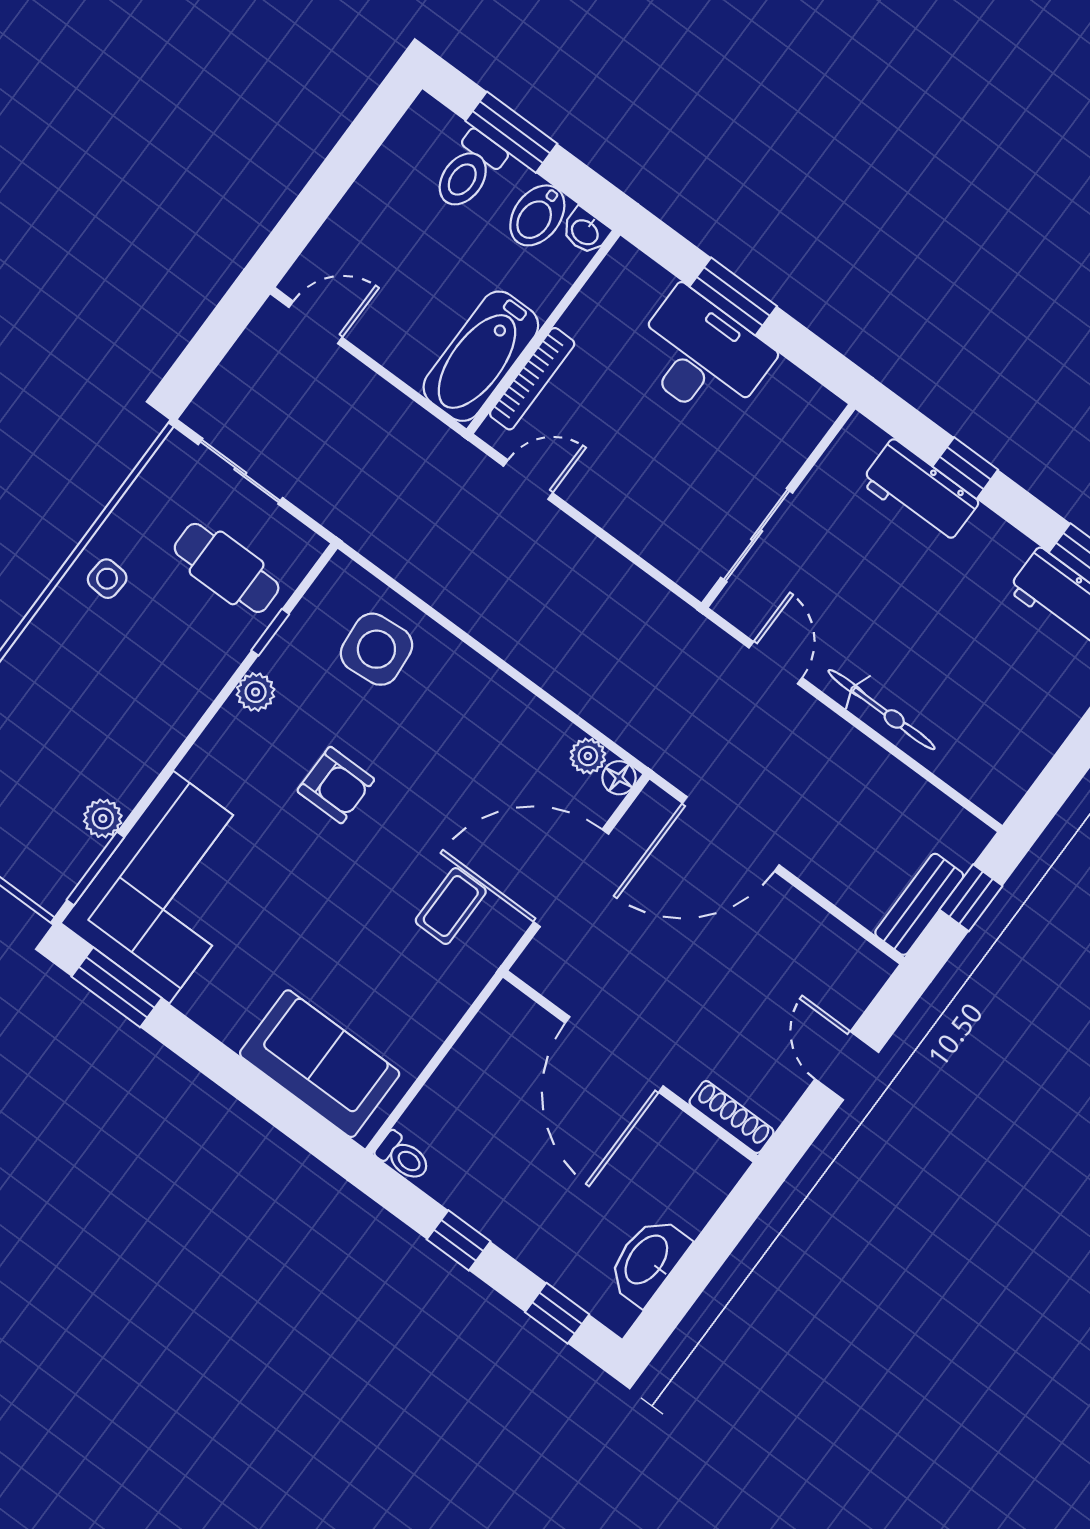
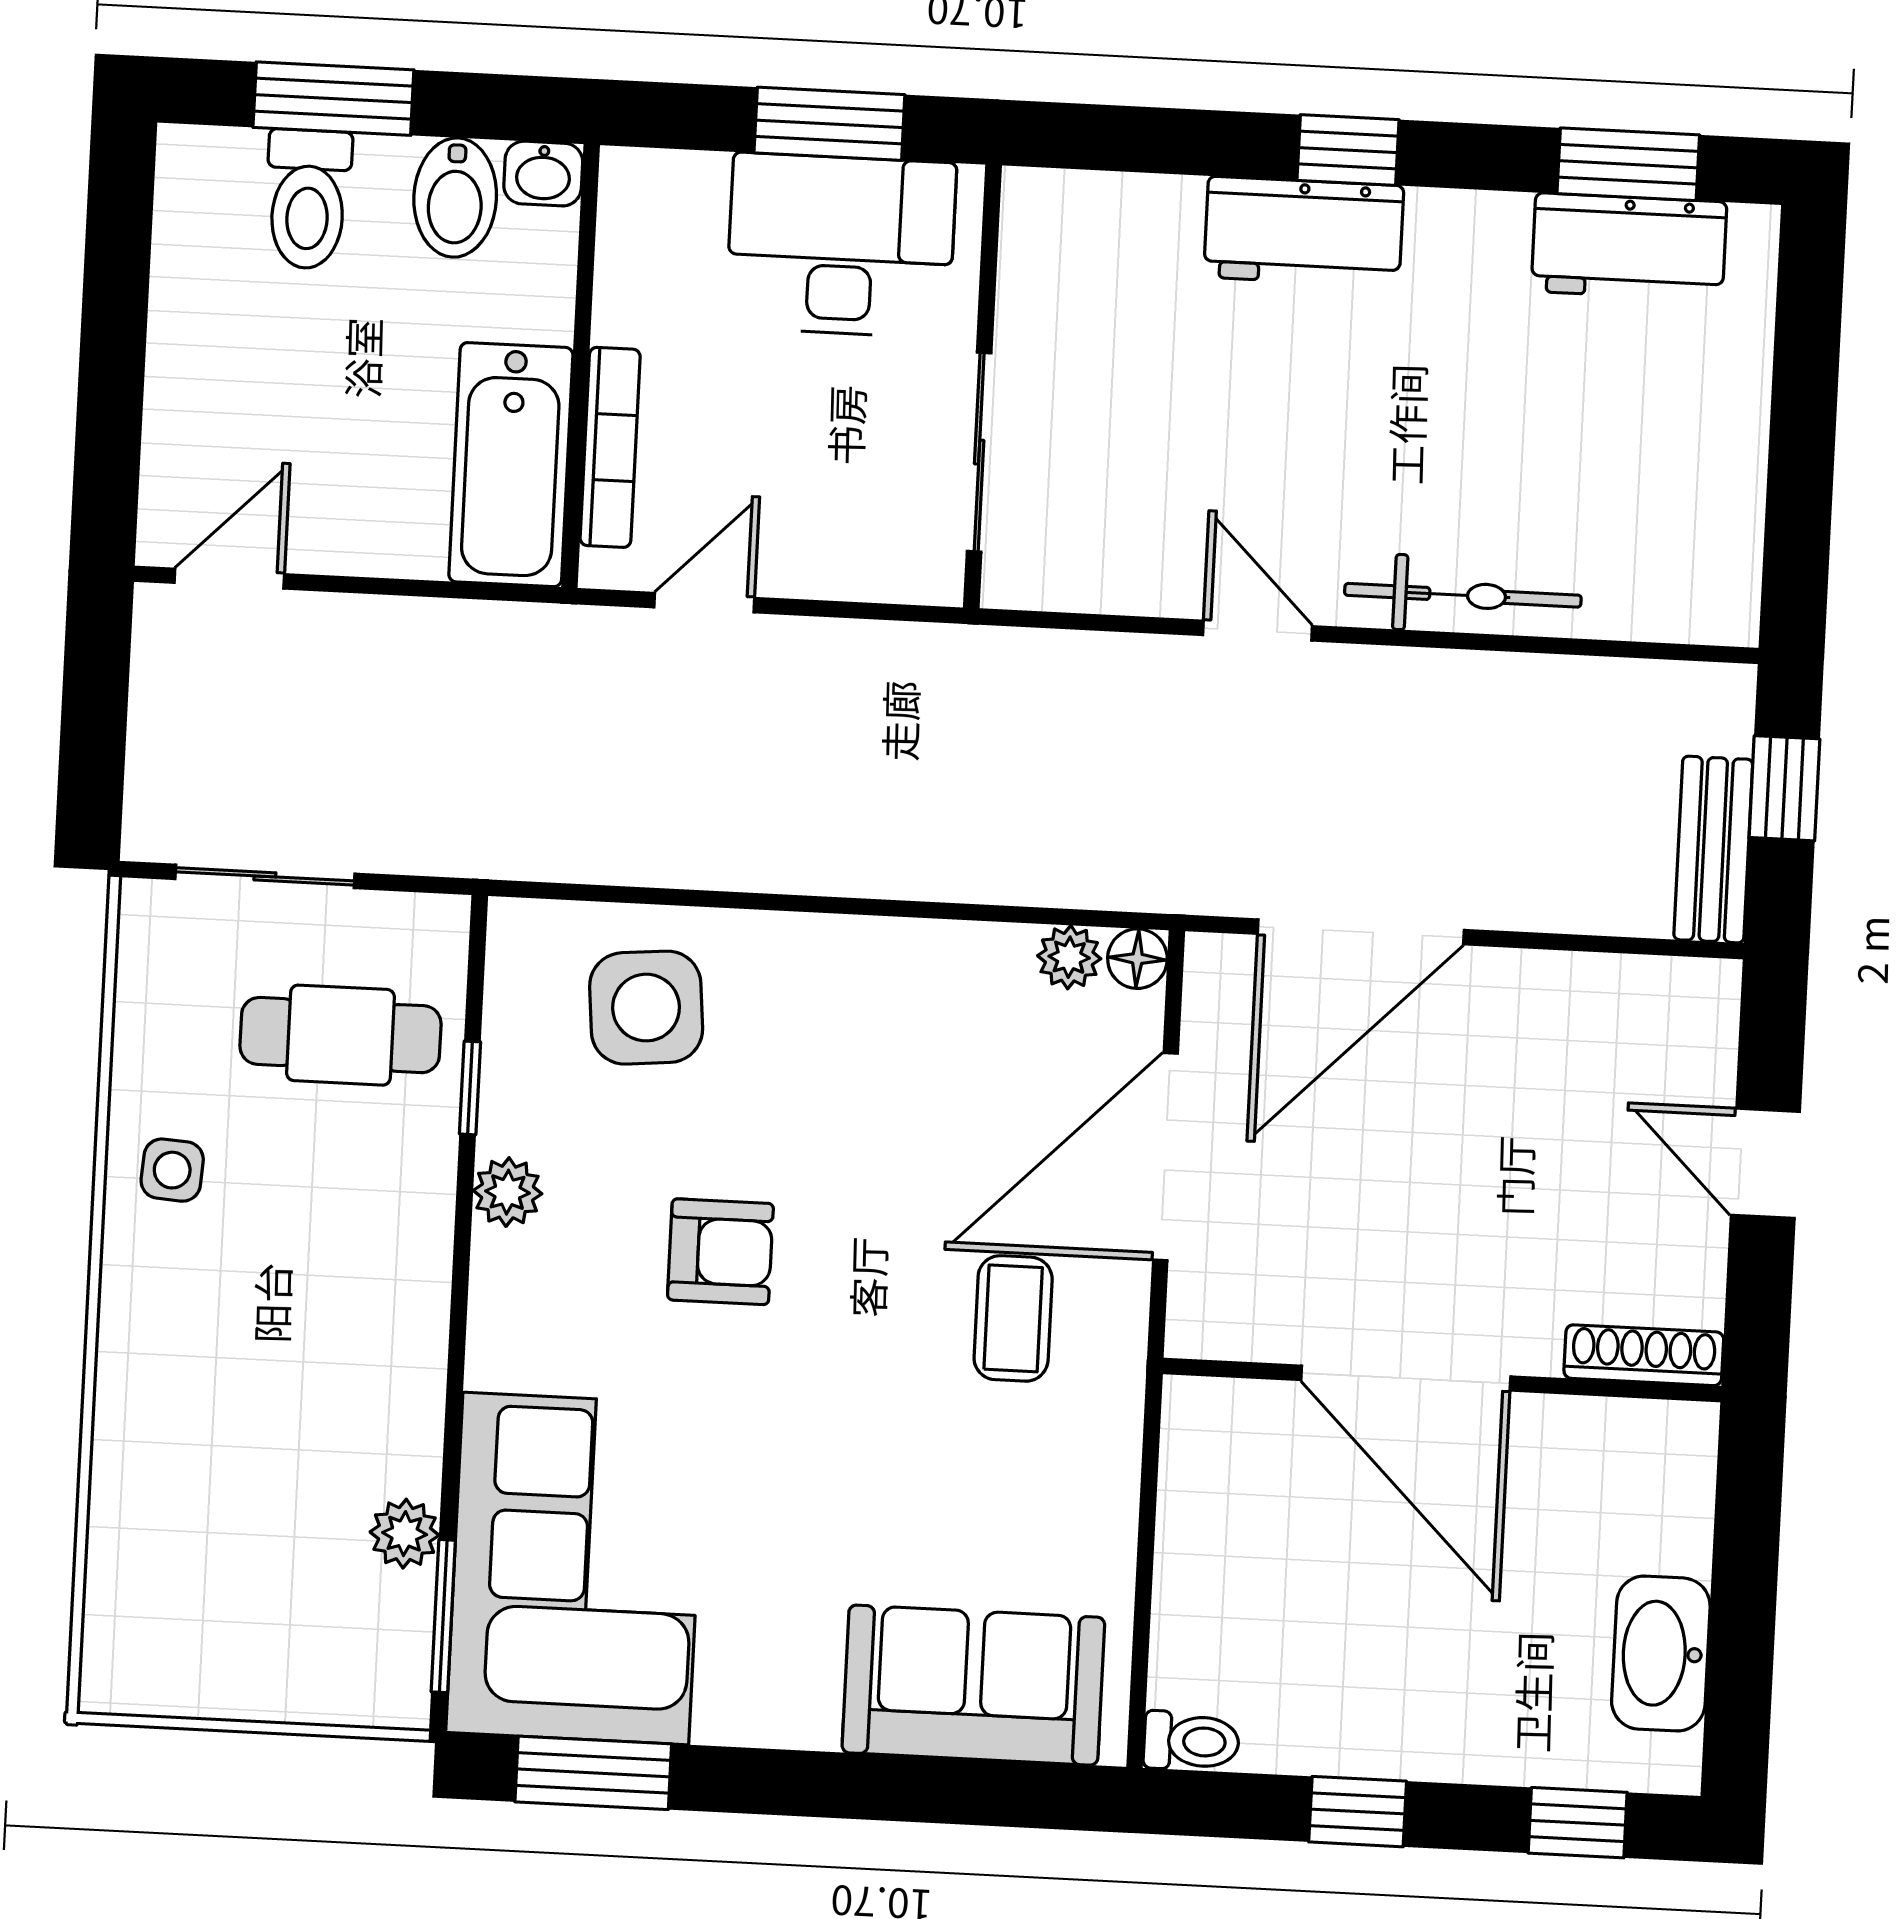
wall: (778, 506) -> (982, 386), moved
sliding door: (757, 535) -> (979, 452), moved

